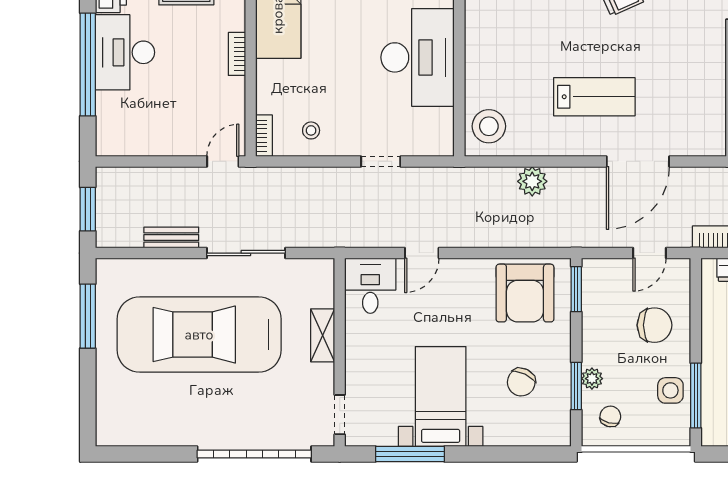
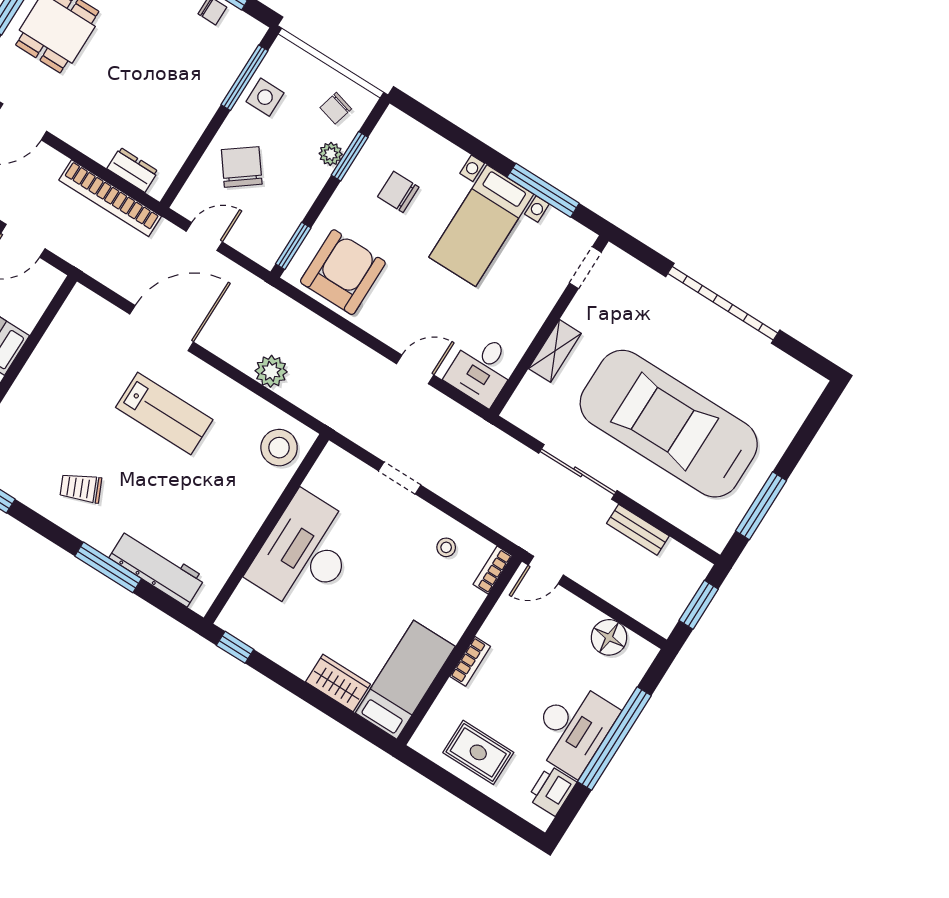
lab bench: (594, 97) -> (164, 413), turned 180
floor lamp: (141, 140) -> (609, 637), added
chair: (654, 325) -> (242, 167), turned 53
car: (199, 335) -> (669, 424), turned 180
chair: (521, 382) -> (398, 192), turned -116
garage door: (254, 454) -> (723, 303), moved

